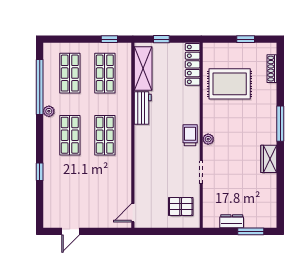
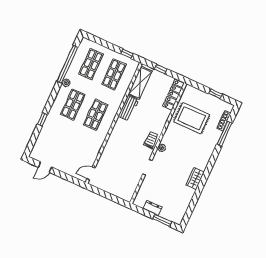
window: (280, 124) -> (224, 134), moved
pallet: (181, 206) -> (124, 183), removed

